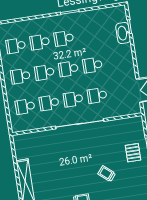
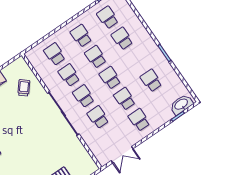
washbasin: (123, 33) -> (181, 104), moved
school desk: (64, 38) -> (151, 81), moved
school desk: (117, 61) -> (139, 120), added
trolley: (107, 174) -> (24, 88), moved

